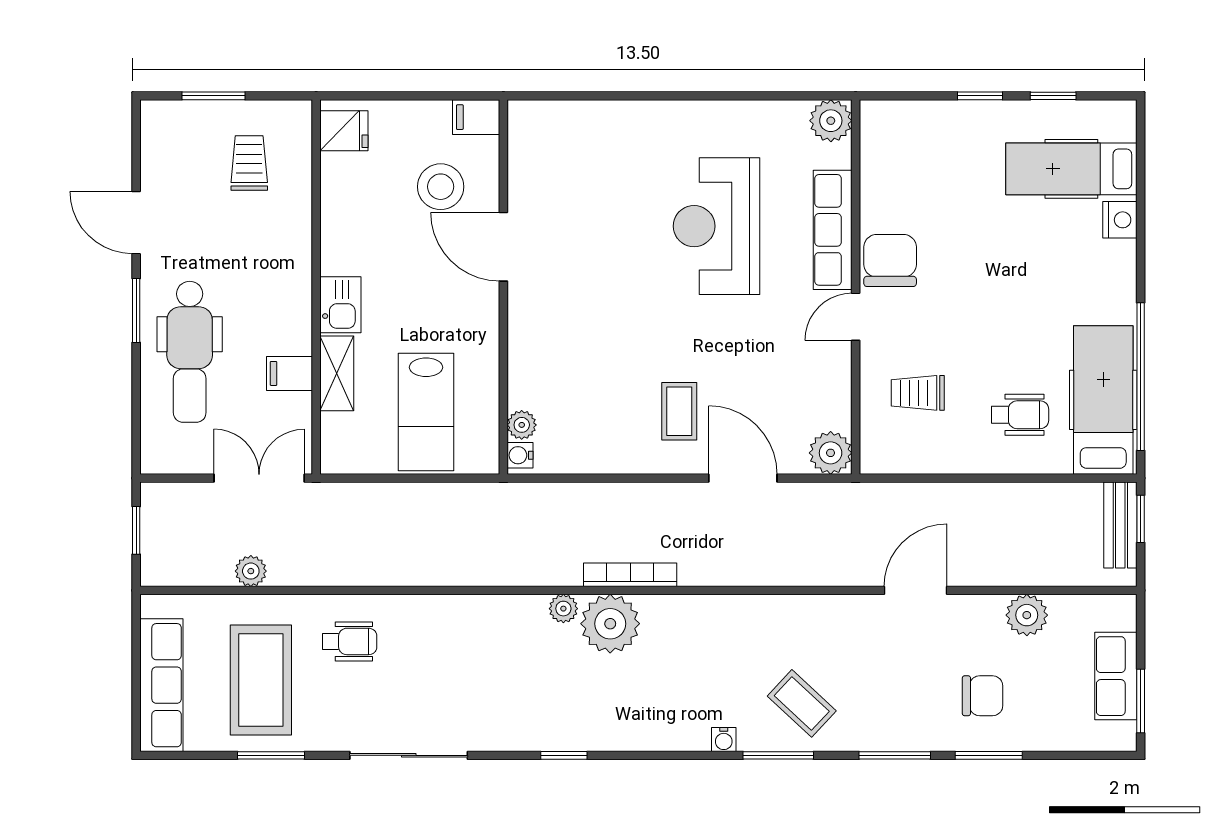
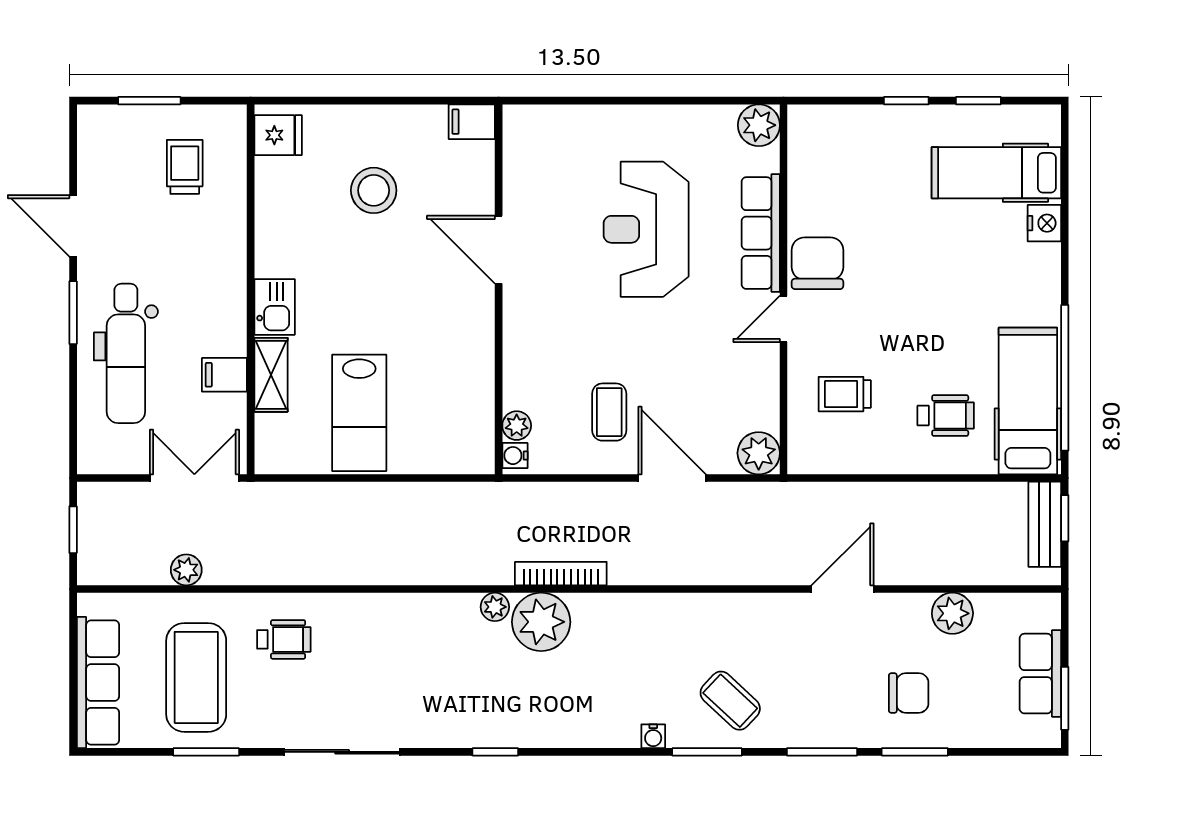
filing cabinet: (476, 117) -> (472, 122), moved
door: (503, 247) -> (499, 250), moved
wall: (503, 287) -> (499, 289), moved
plant: (522, 425) -> (517, 426), moved
water cooler: (520, 455) -> (515, 456), moved

